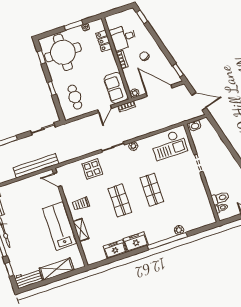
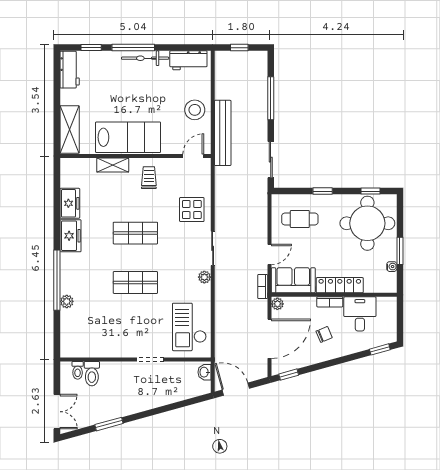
locker: (104, 41) -> (340, 285), moved, width x1.53
door: (199, 101) -> (236, 389), swing flipped
door: (104, 109) -> (269, 254), swing flipped
stool: (27, 189) -> (195, 110), added
shelving: (57, 269) -> (70, 129), moved

